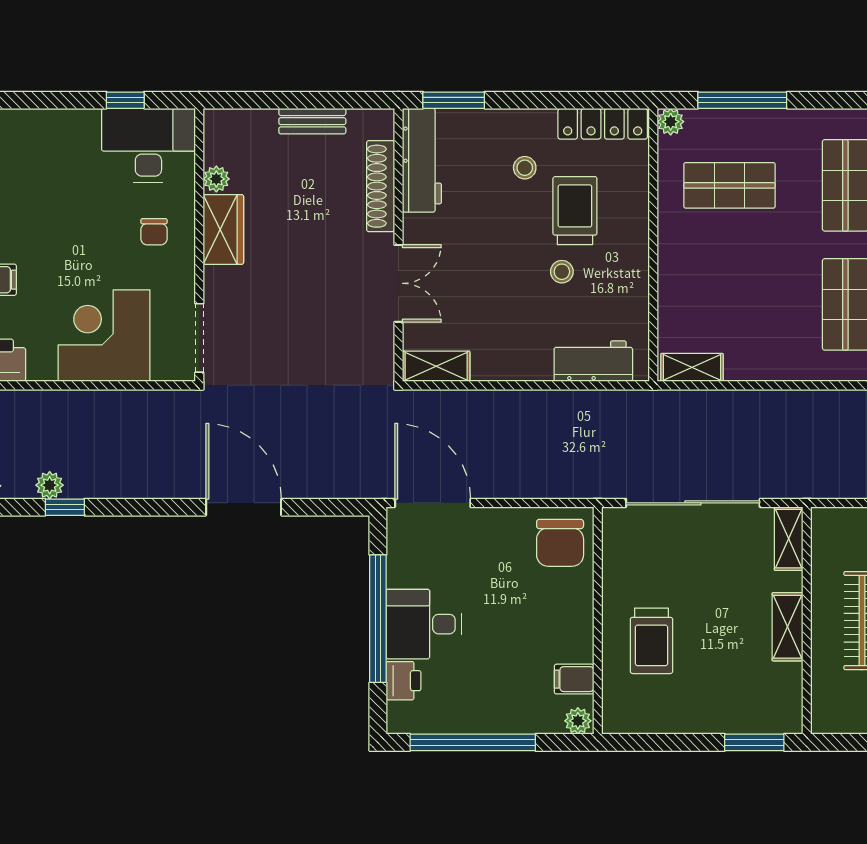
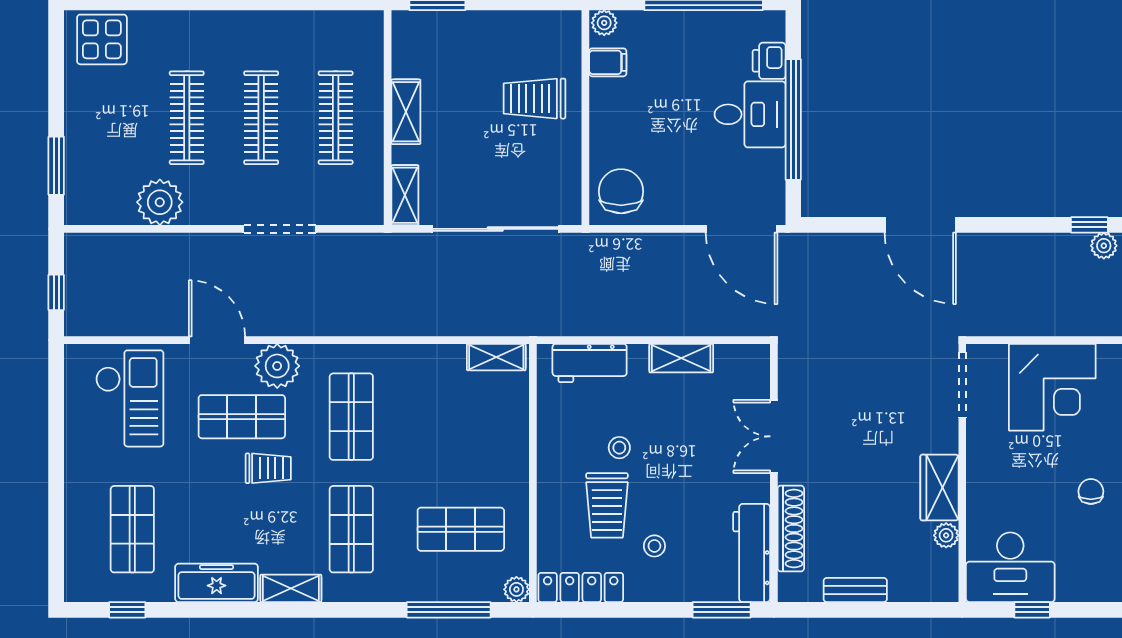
chair: (154, 232) -> (1091, 491), moved
shelving: (436, 366) -> (681, 358), moved
trolley: (651, 641) -> (535, 99), turned -90

